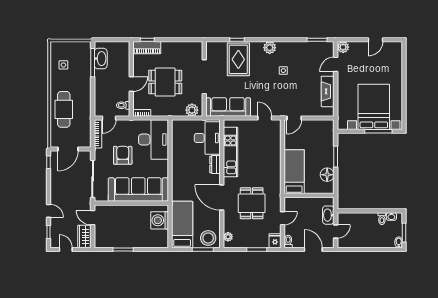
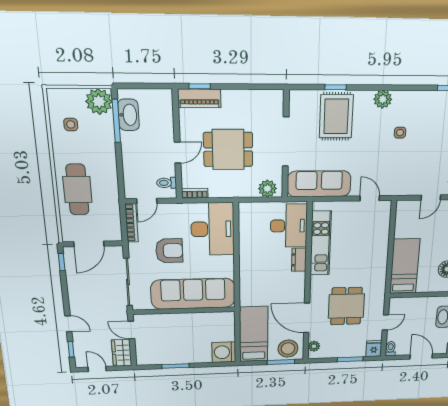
plant: (82, 50) -> (99, 101), added
door: (294, 118) -> (431, 198), moved
armchair: (123, 155) -> (169, 251), turned 90
door: (222, 197) -> (307, 318), moved
washing machine: (160, 220) -> (224, 352), moved

